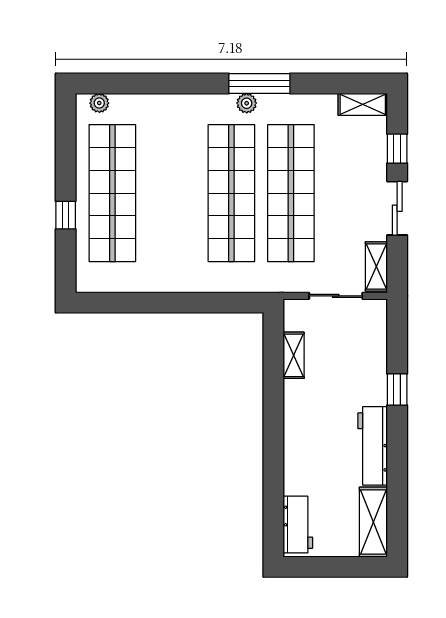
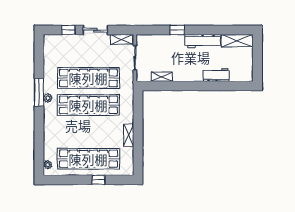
shelving: (363, 104) -> (129, 135), moved
workbench: (298, 525) -> (216, 75), moved

